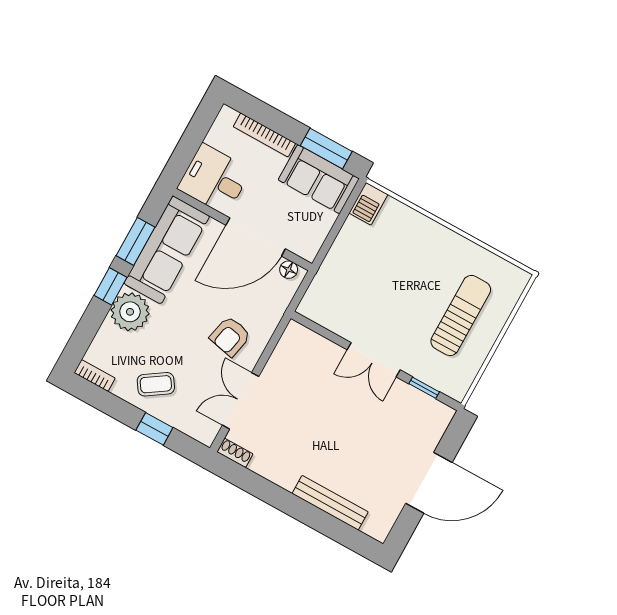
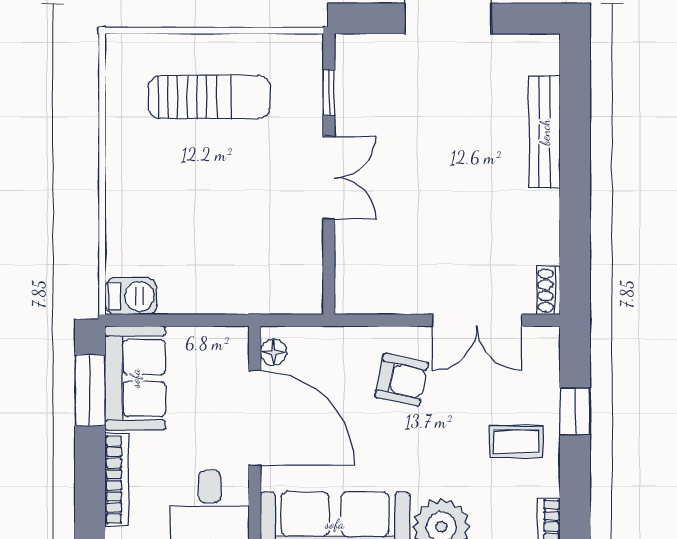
sun lounger: (461, 315) -> (209, 97), turned 180
coffee table: (156, 384) -> (516, 442), turned -56

